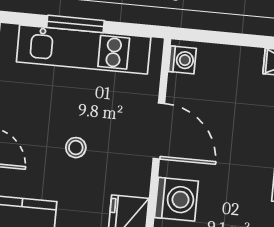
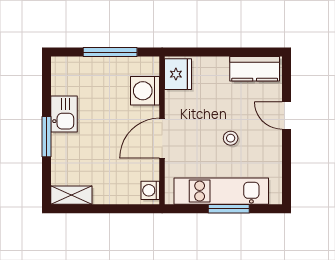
door: (159, 131) -> (162, 138), hinge flipped
stool: (76, 148) -> (231, 138), moved

